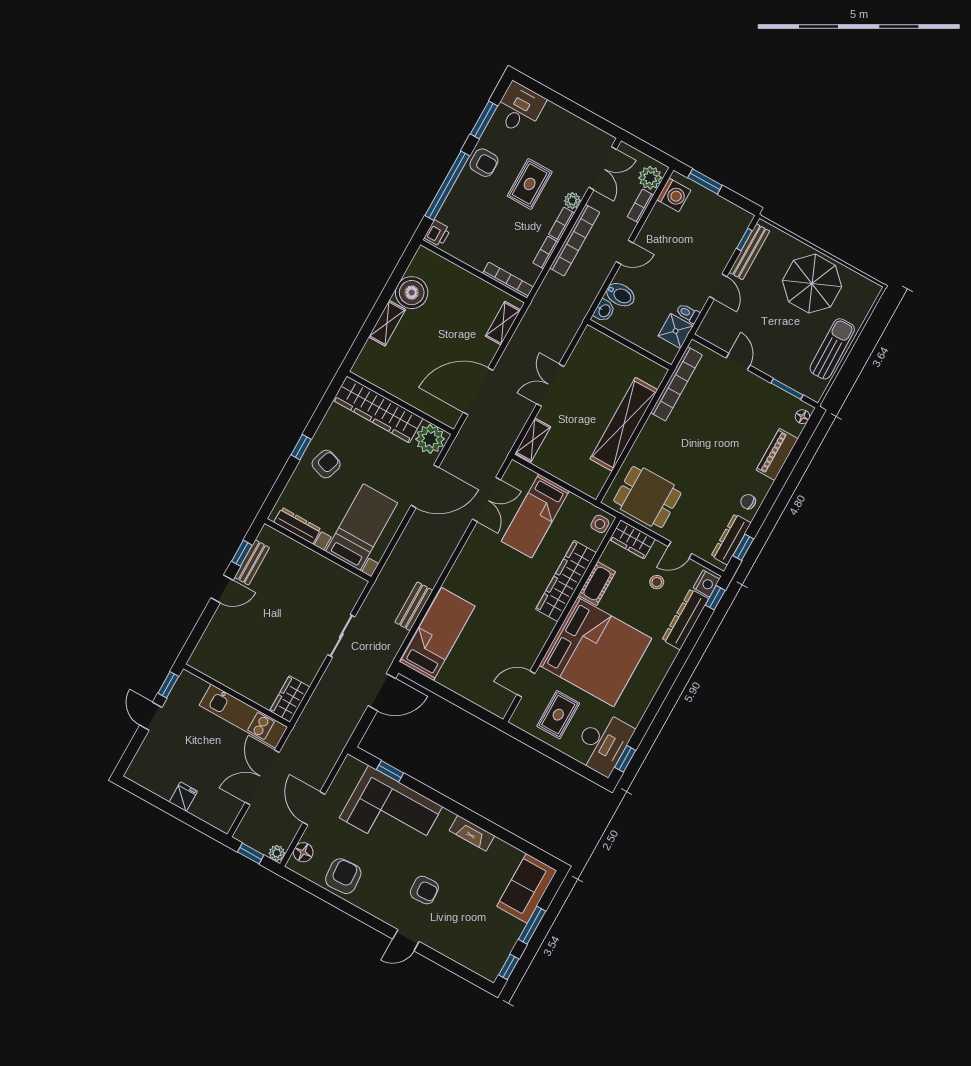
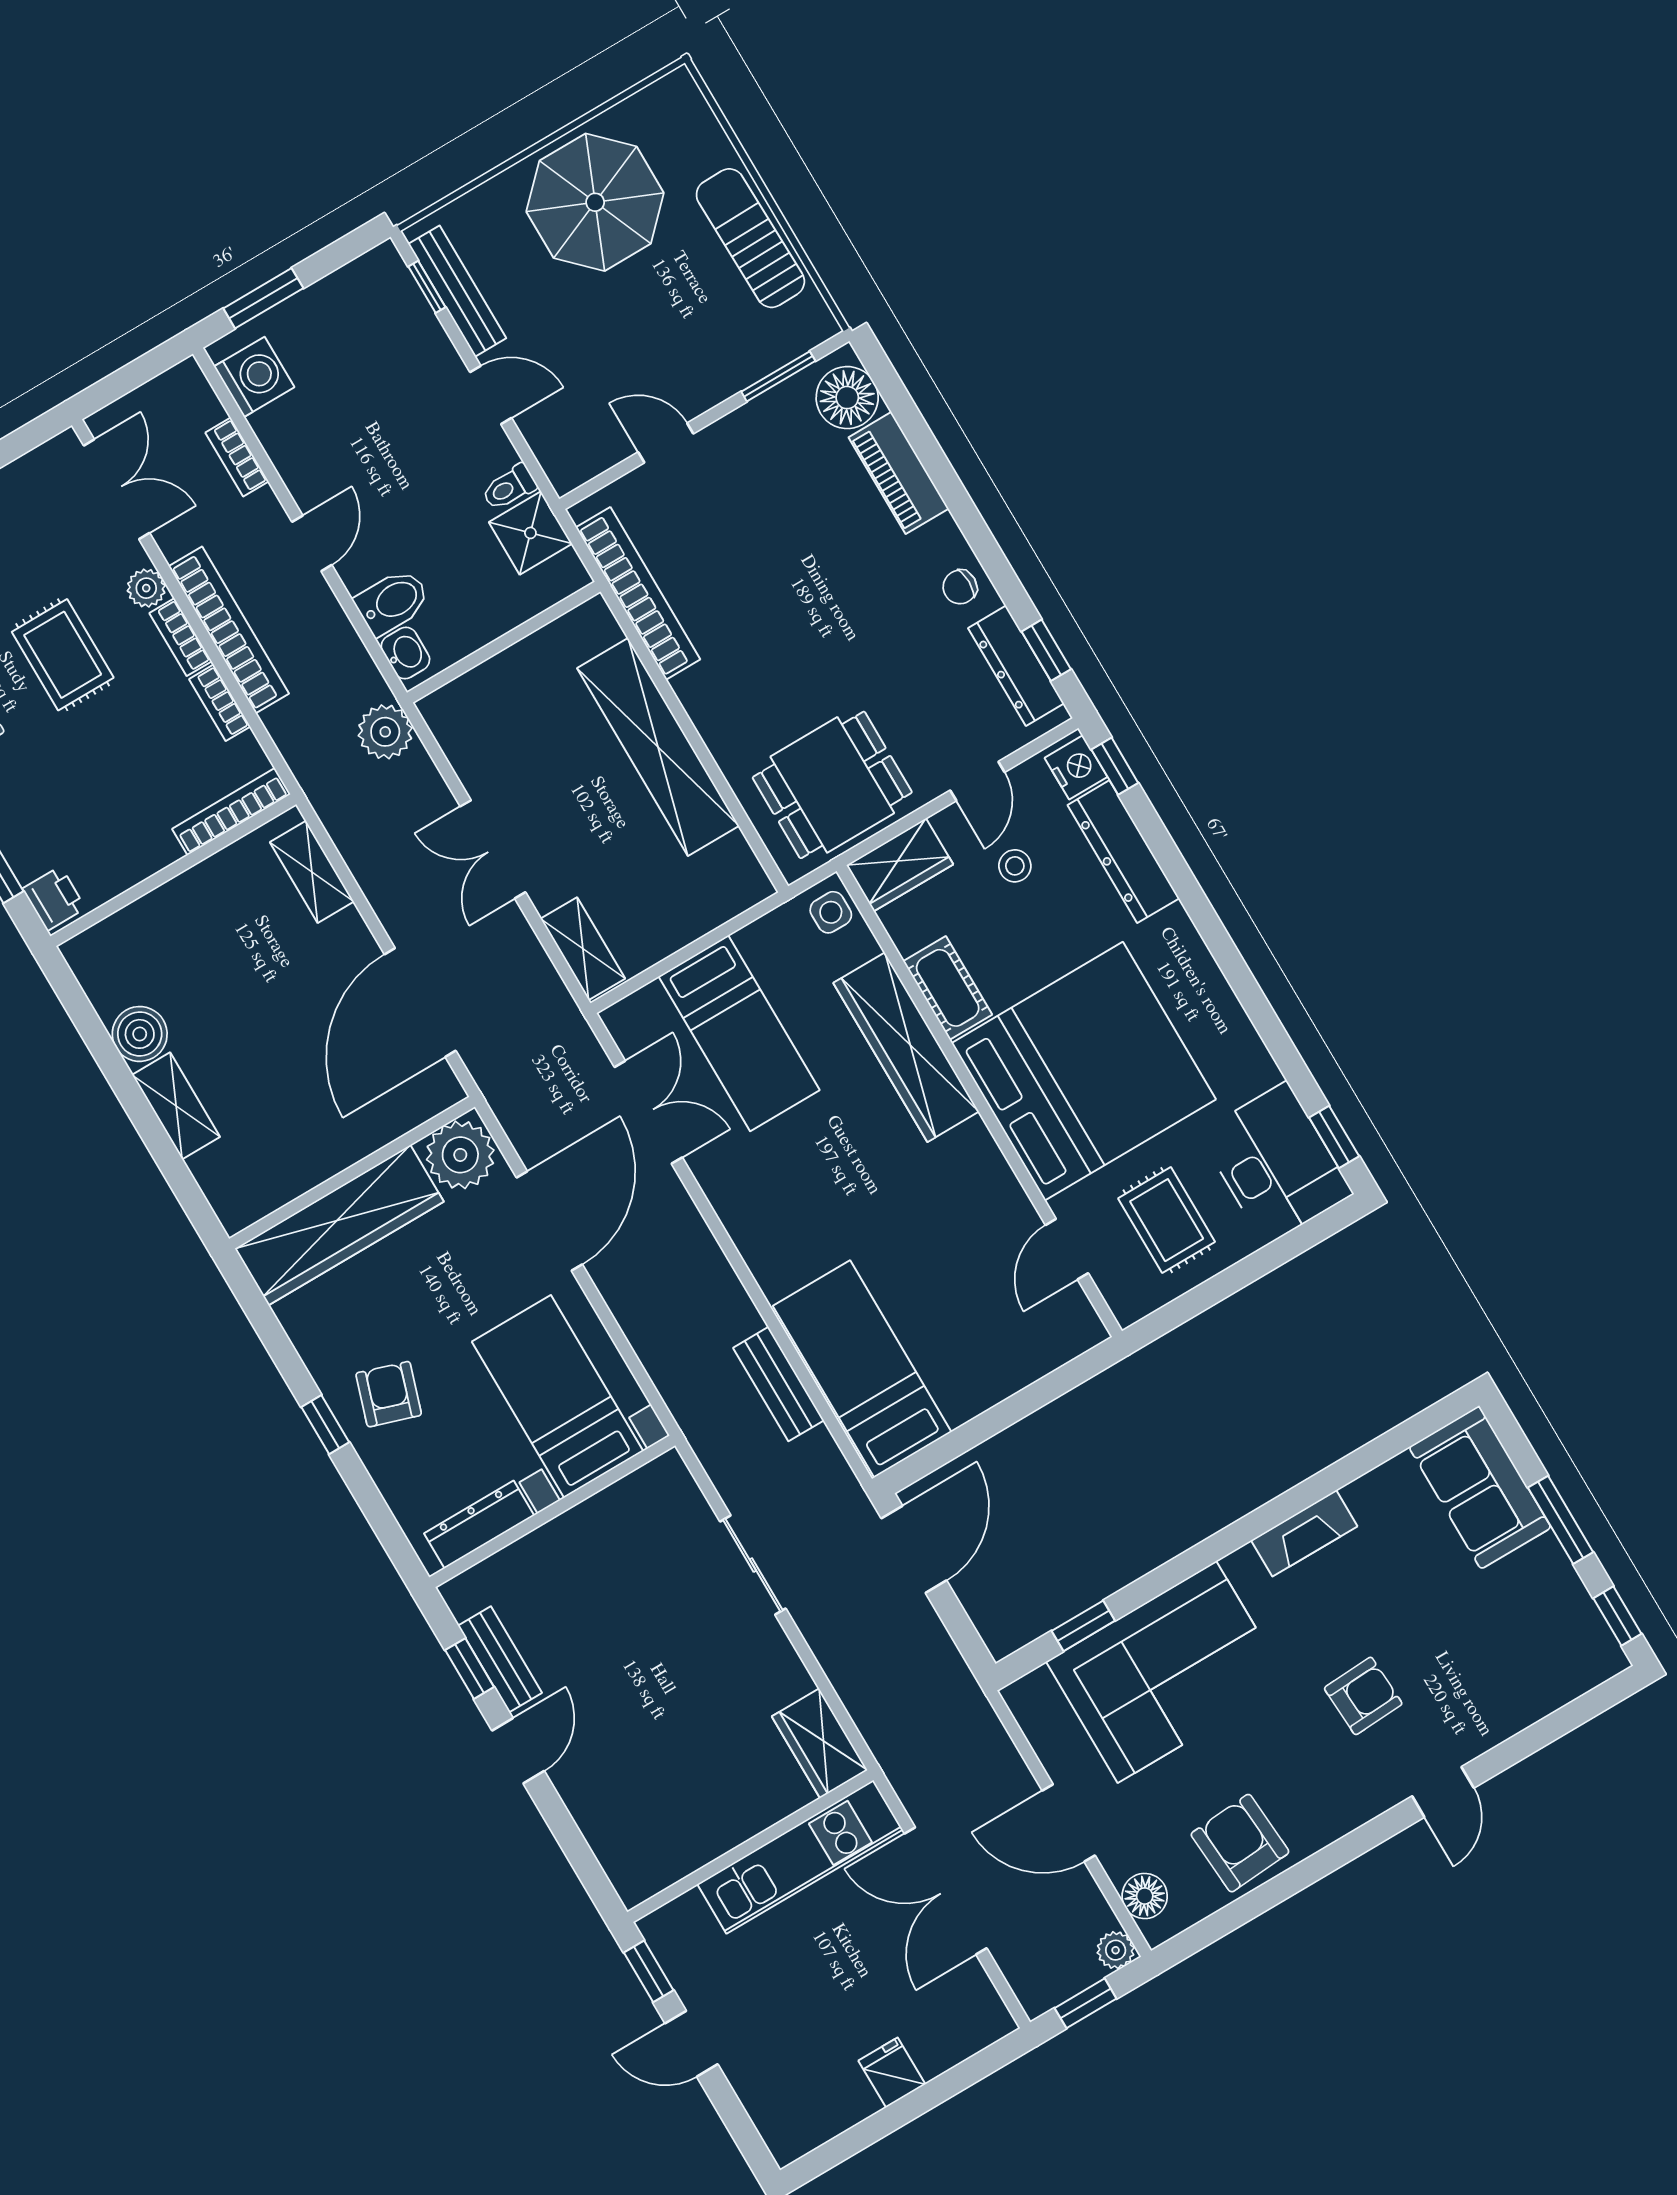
plant: (650, 178) -> (385, 732), moved
boiler: (412, 293) -> (140, 1034), width x0.73, depth x0.73
floor lamp: (802, 417) -> (847, 398), width x1.89, depth x1.89

